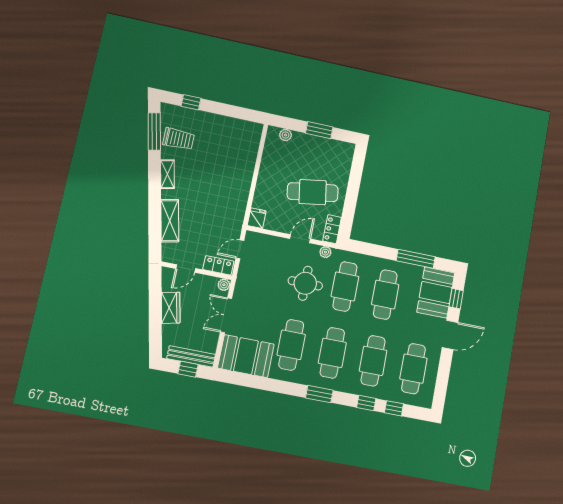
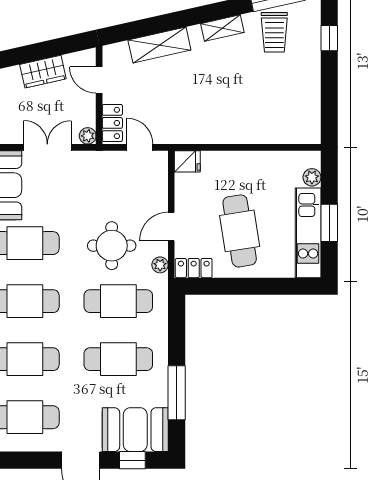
kitchen unit: (323, 146) -> (308, 233), added
door: (300, 239) -> (171, 227), swing flipped

